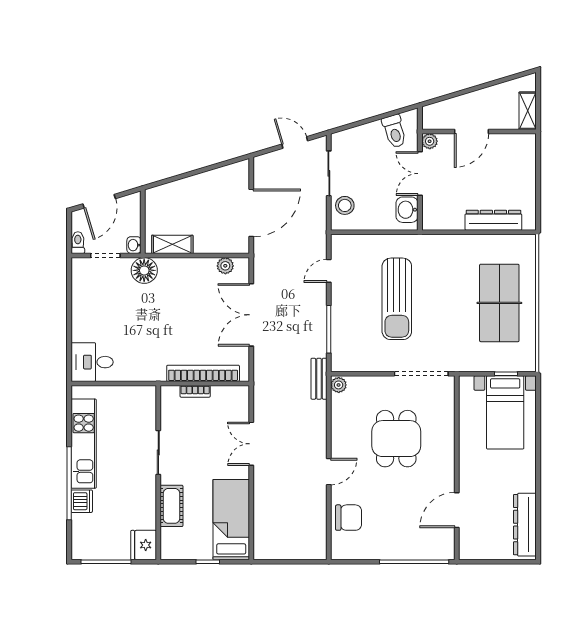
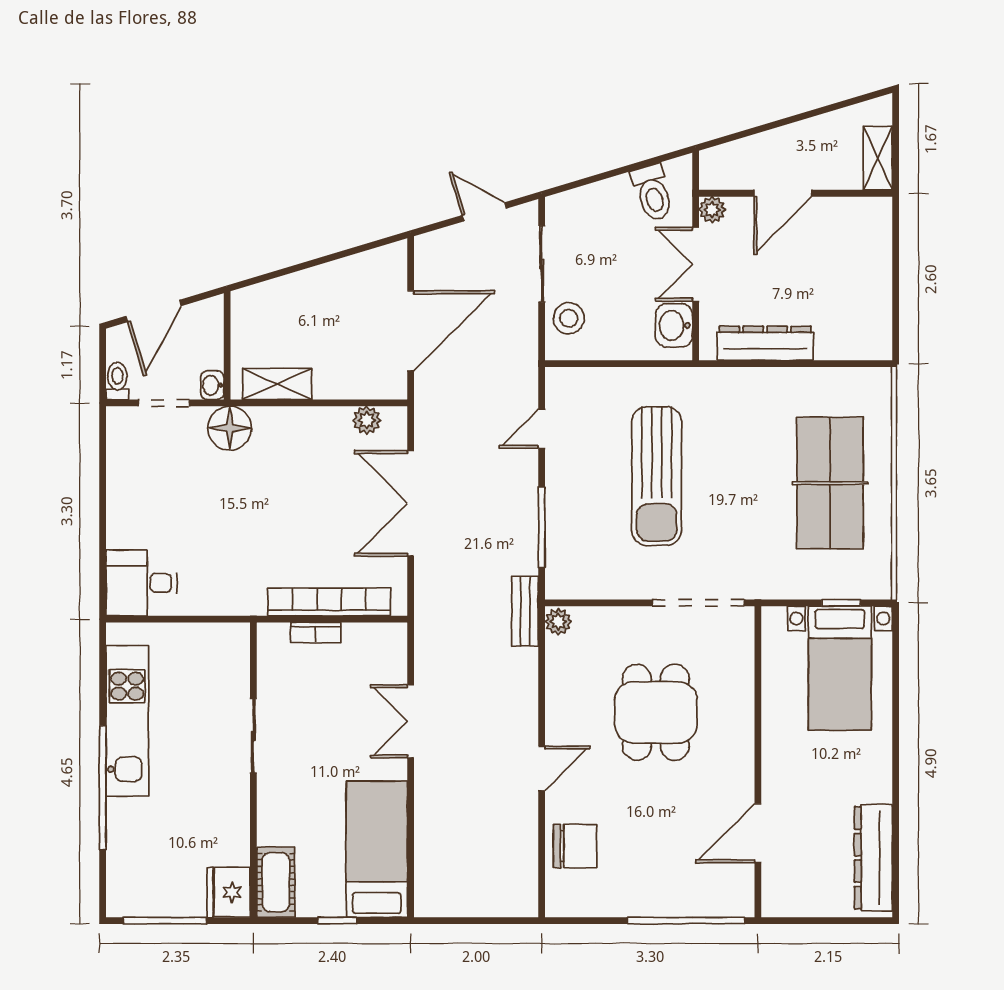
dresser: (493, 220) -> (765, 343), moved
dishwasher: (82, 501) -> (124, 818), removed
cot: (172, 506) -> (276, 882), moved

